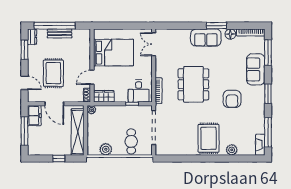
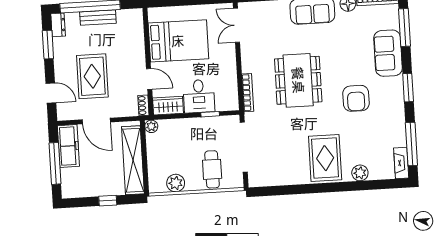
door: (92, 77) -> (149, 79), swing flipped
desk: (139, 91) -> (199, 96), moved
freezer: (34, 116) -> (68, 146), width x1.40

